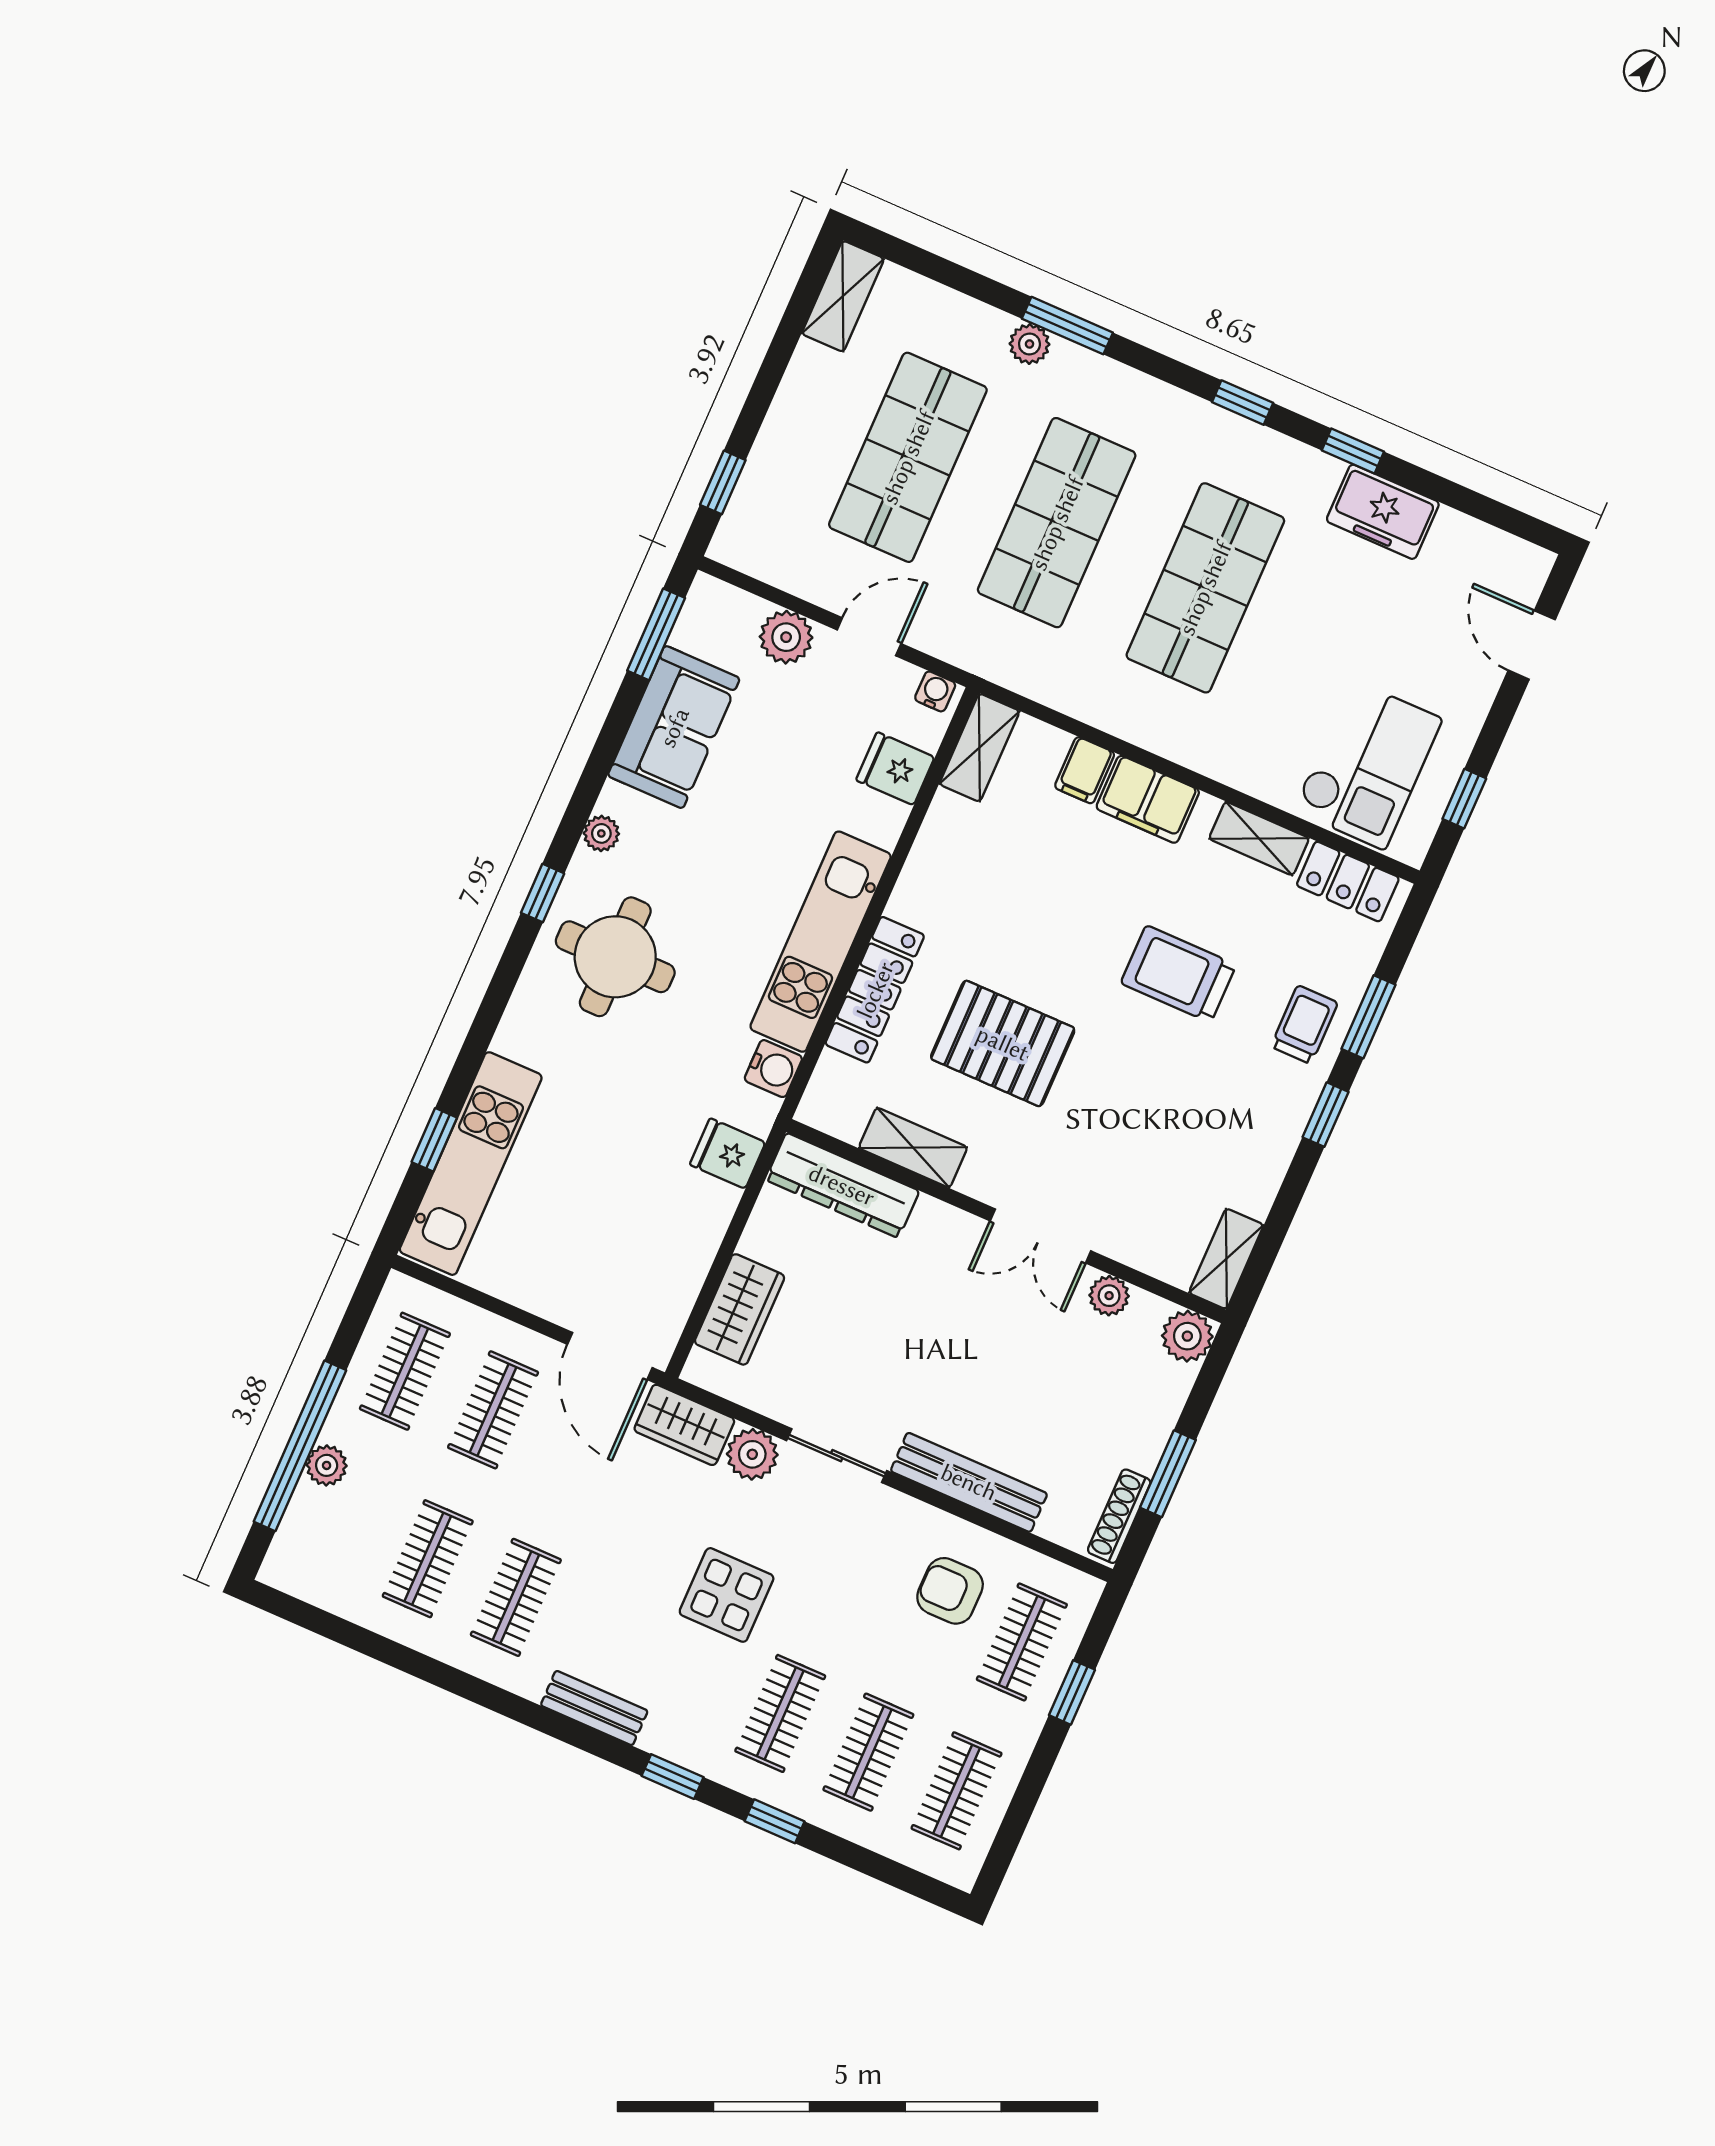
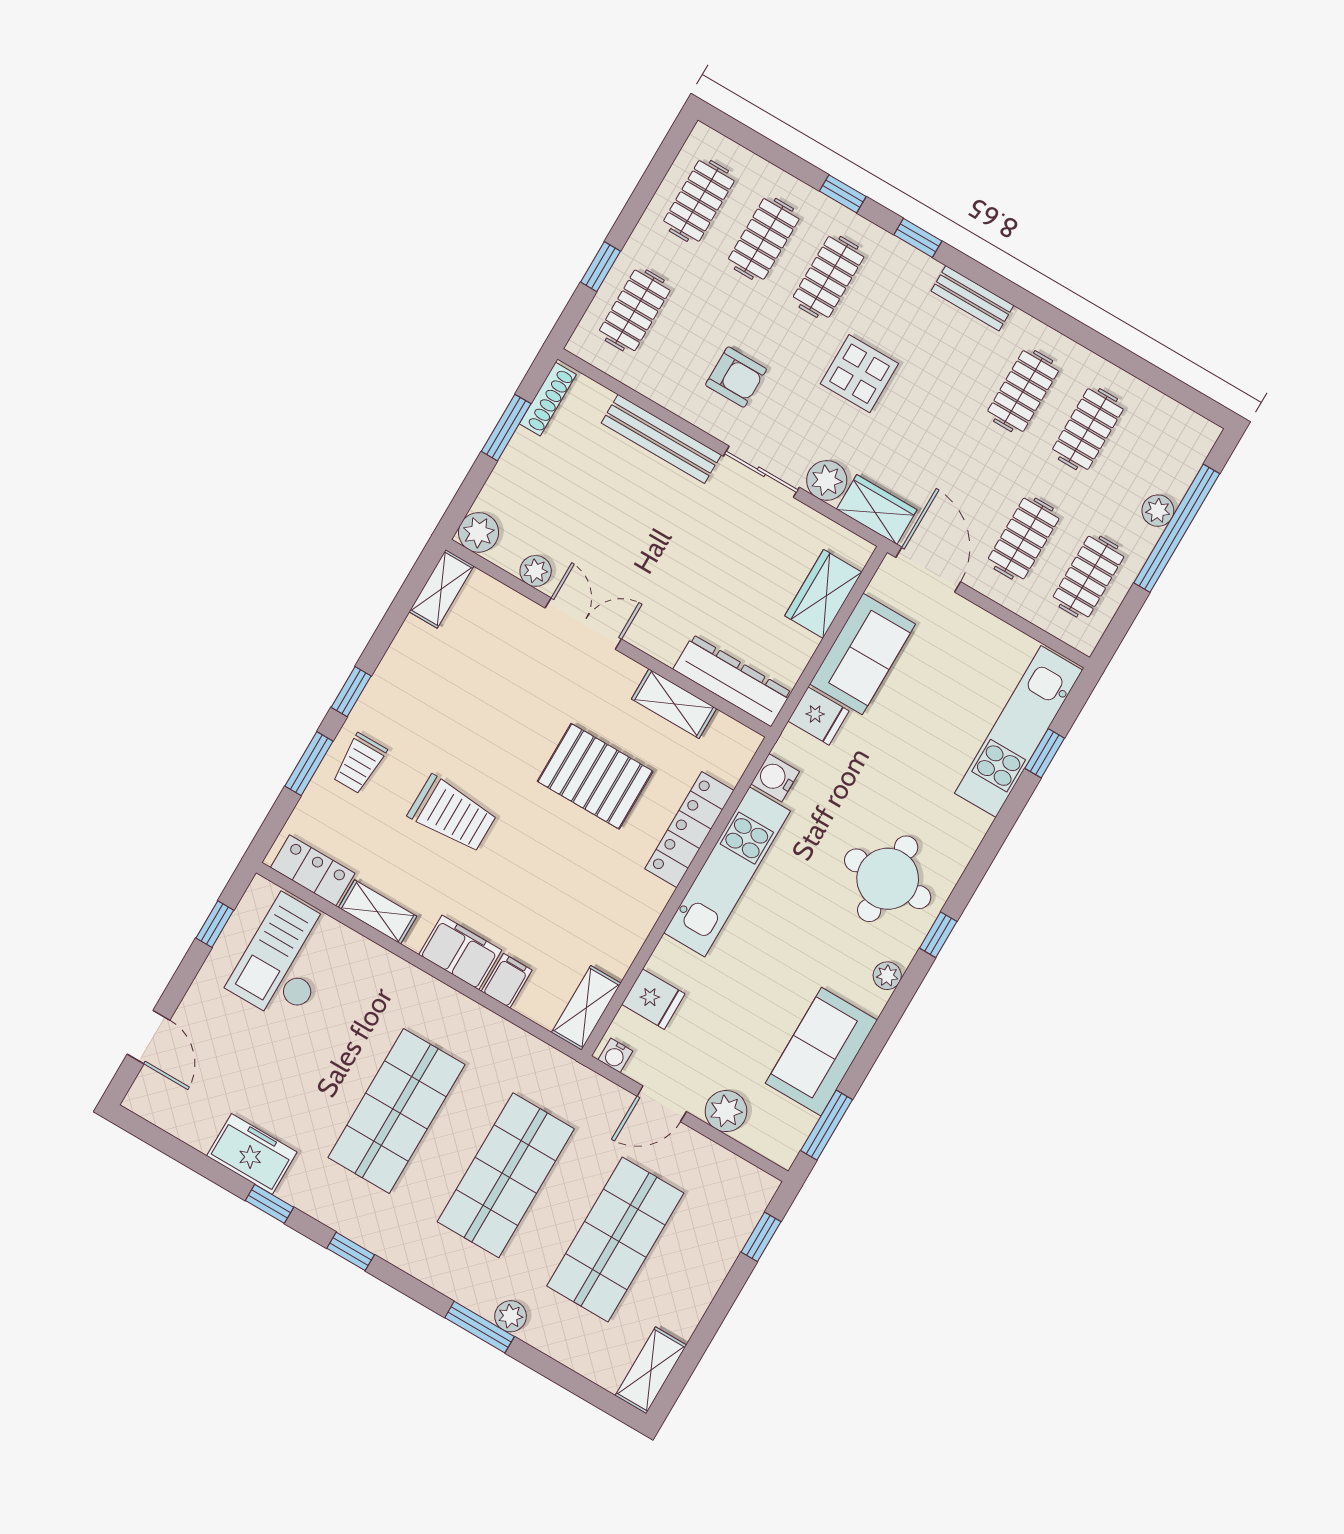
sofa: (681, 1239) -> (863, 654), added
armchair: (950, 1591) -> (736, 377), moved

